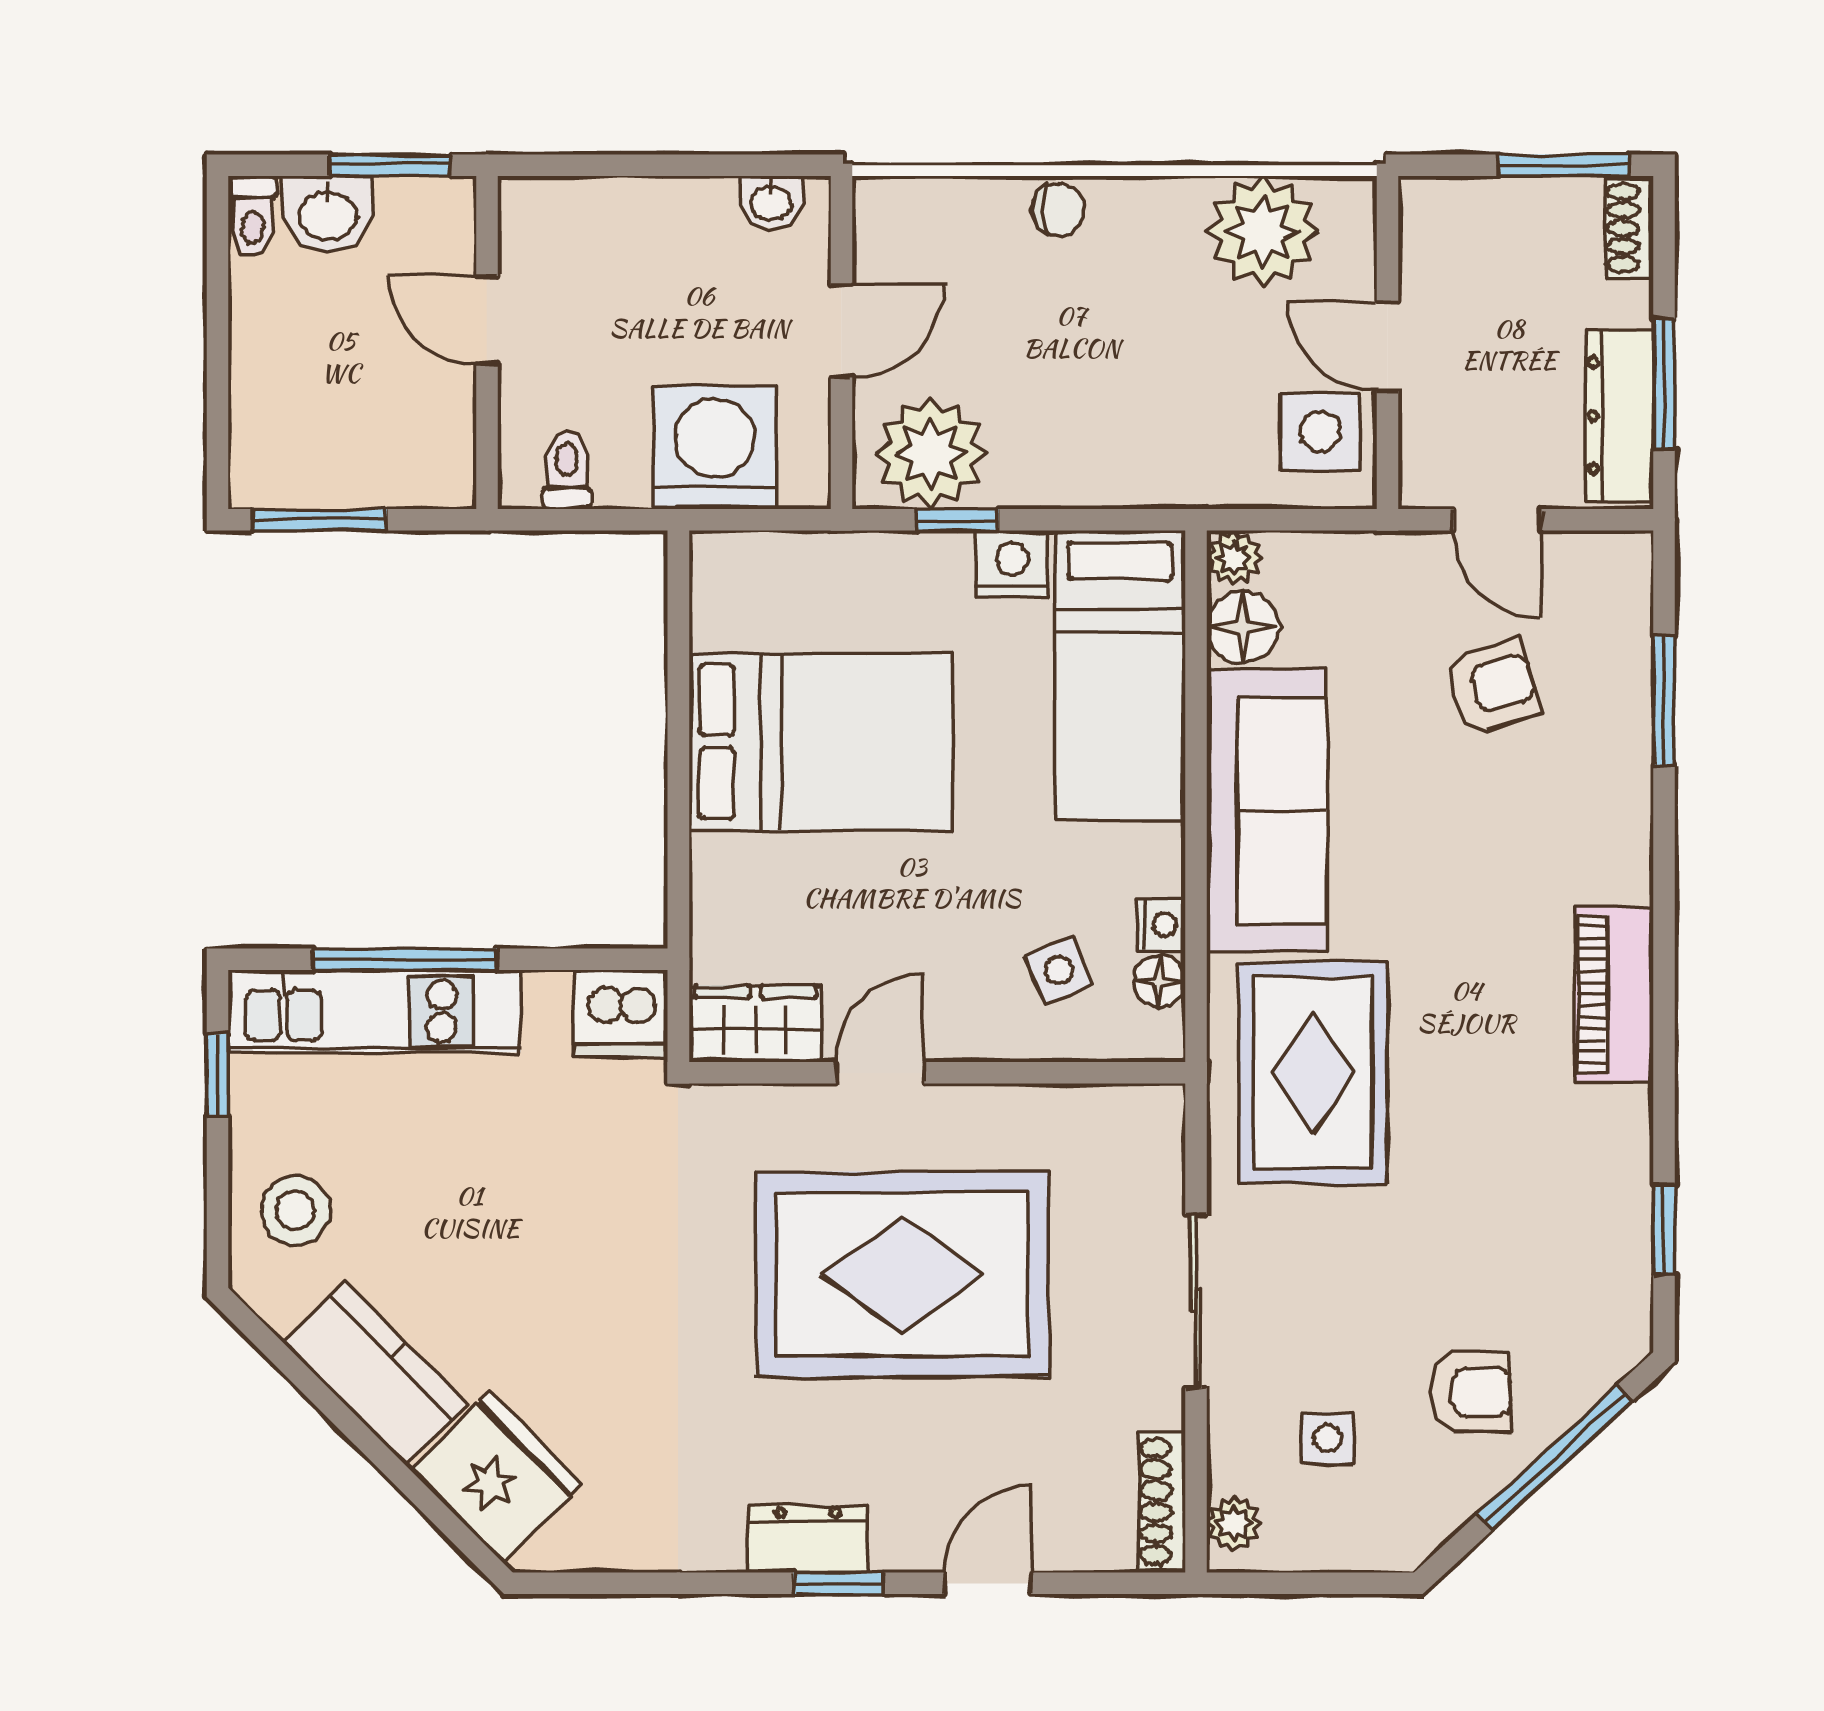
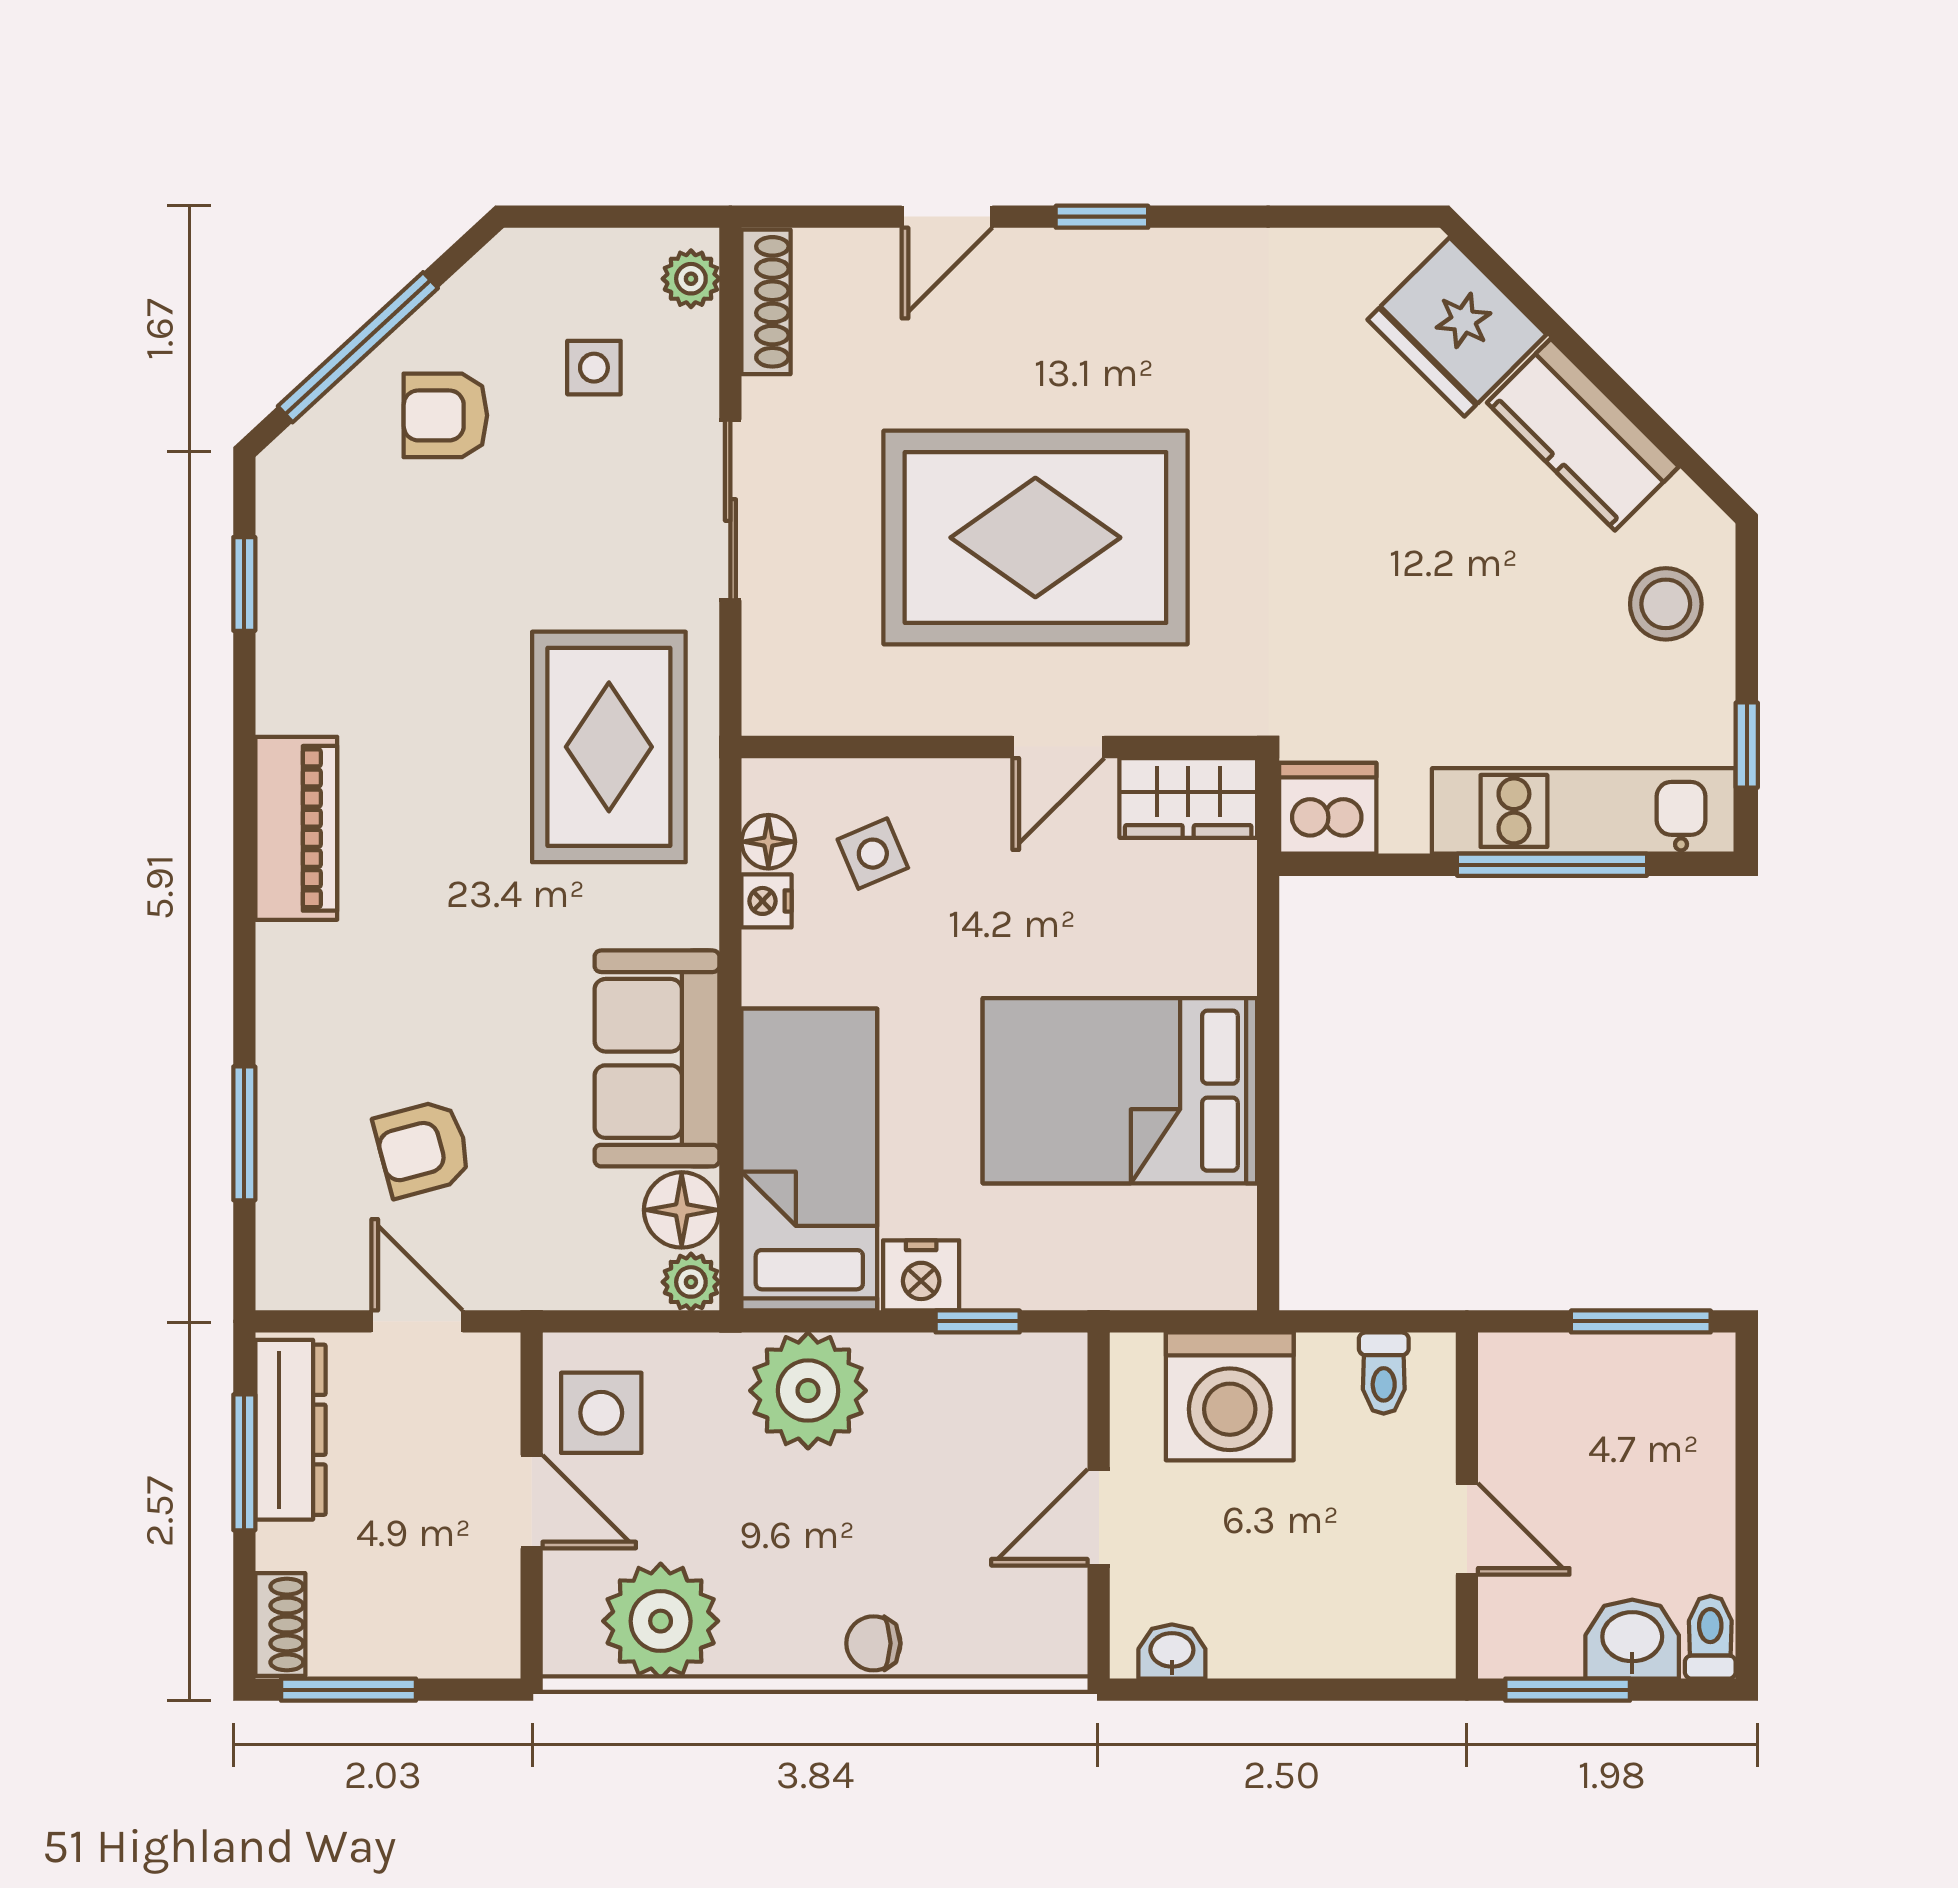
plant: (931, 453) -> (808, 1391), moved
sofa: (1267, 810) -> (657, 1058), width x0.73
dresser: (808, 1539) -> (1133, 263), removed

